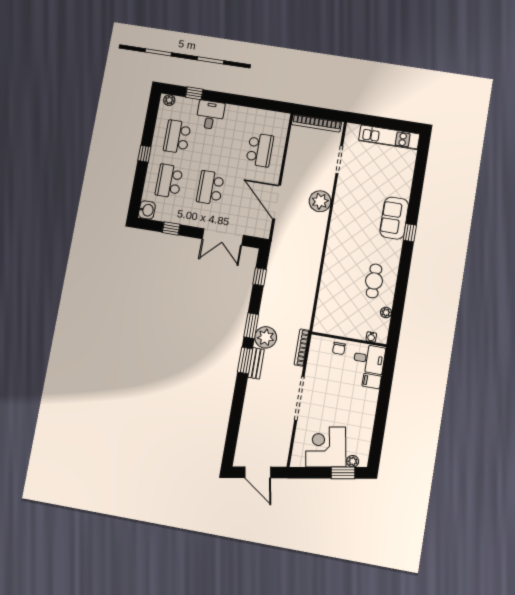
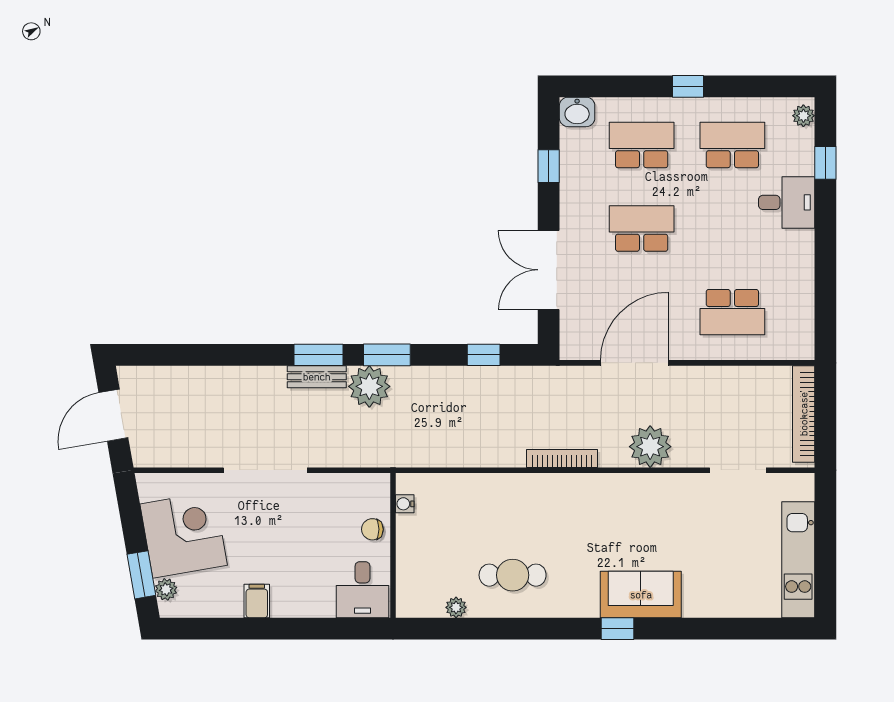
water cooler: (371, 337) -> (405, 504), moved
bookcase: (302, 348) -> (562, 458), moved
filing cabinet: (372, 381) -> (257, 601), moved

